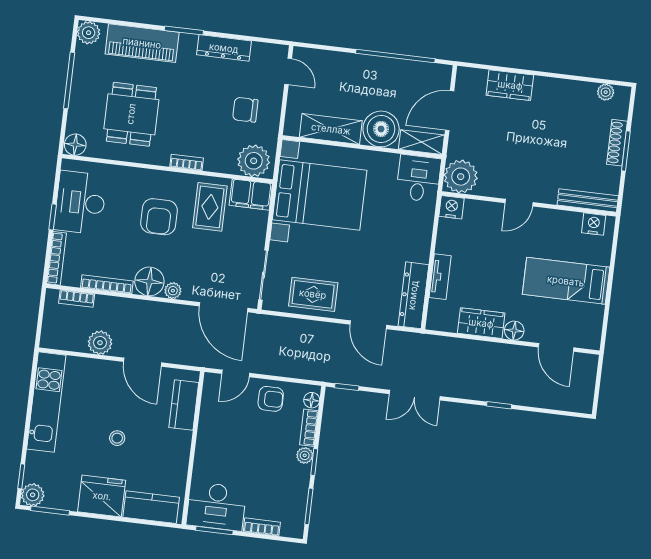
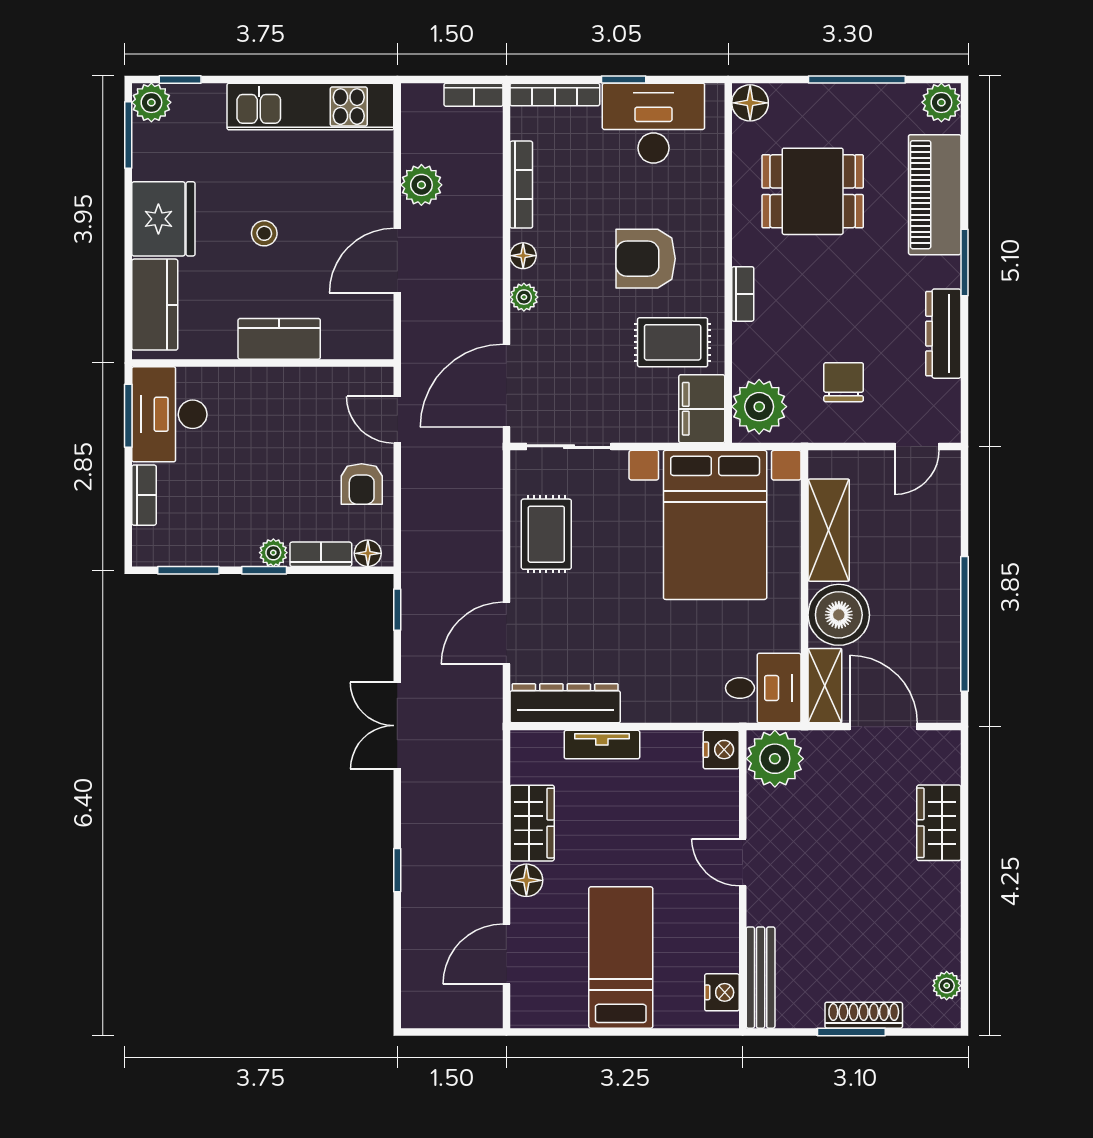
floor lamp: (149, 281) -> (523, 256), width x0.53, depth x0.53
bookcase: (77, 299) -> (474, 95), moved, turned -90
kitchen counter: (184, 405) -> (279, 339), moved

